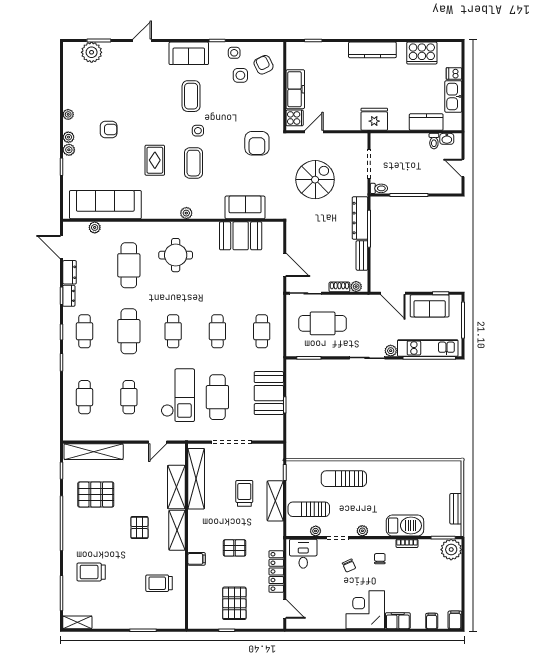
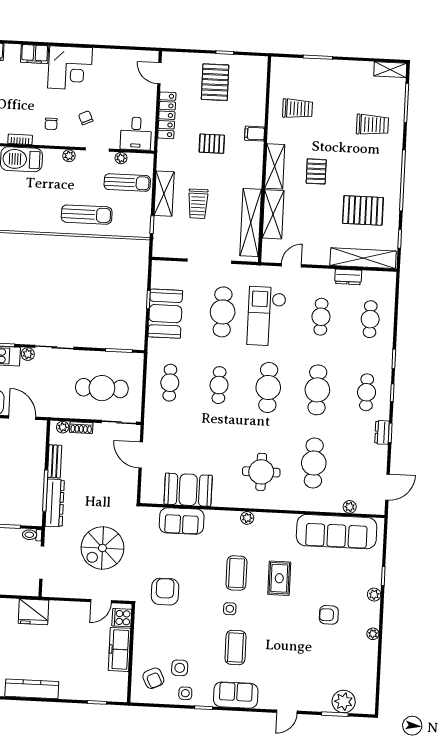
plant: (68, 137) -> (374, 609), removed
door: (61, 247) -> (388, 487), hinge flipped
dresser: (70, 272) -> (348, 277), moved, turned -90
cafe table: (173, 331) -> (268, 387), width x1.37, depth x1.35

